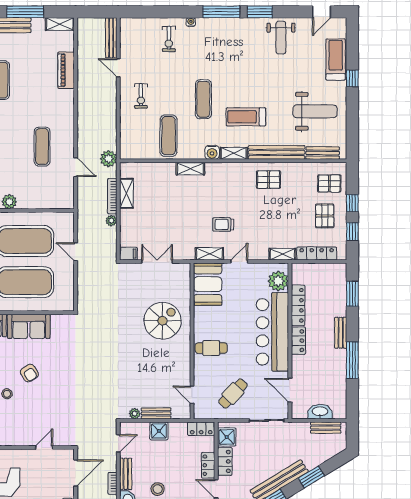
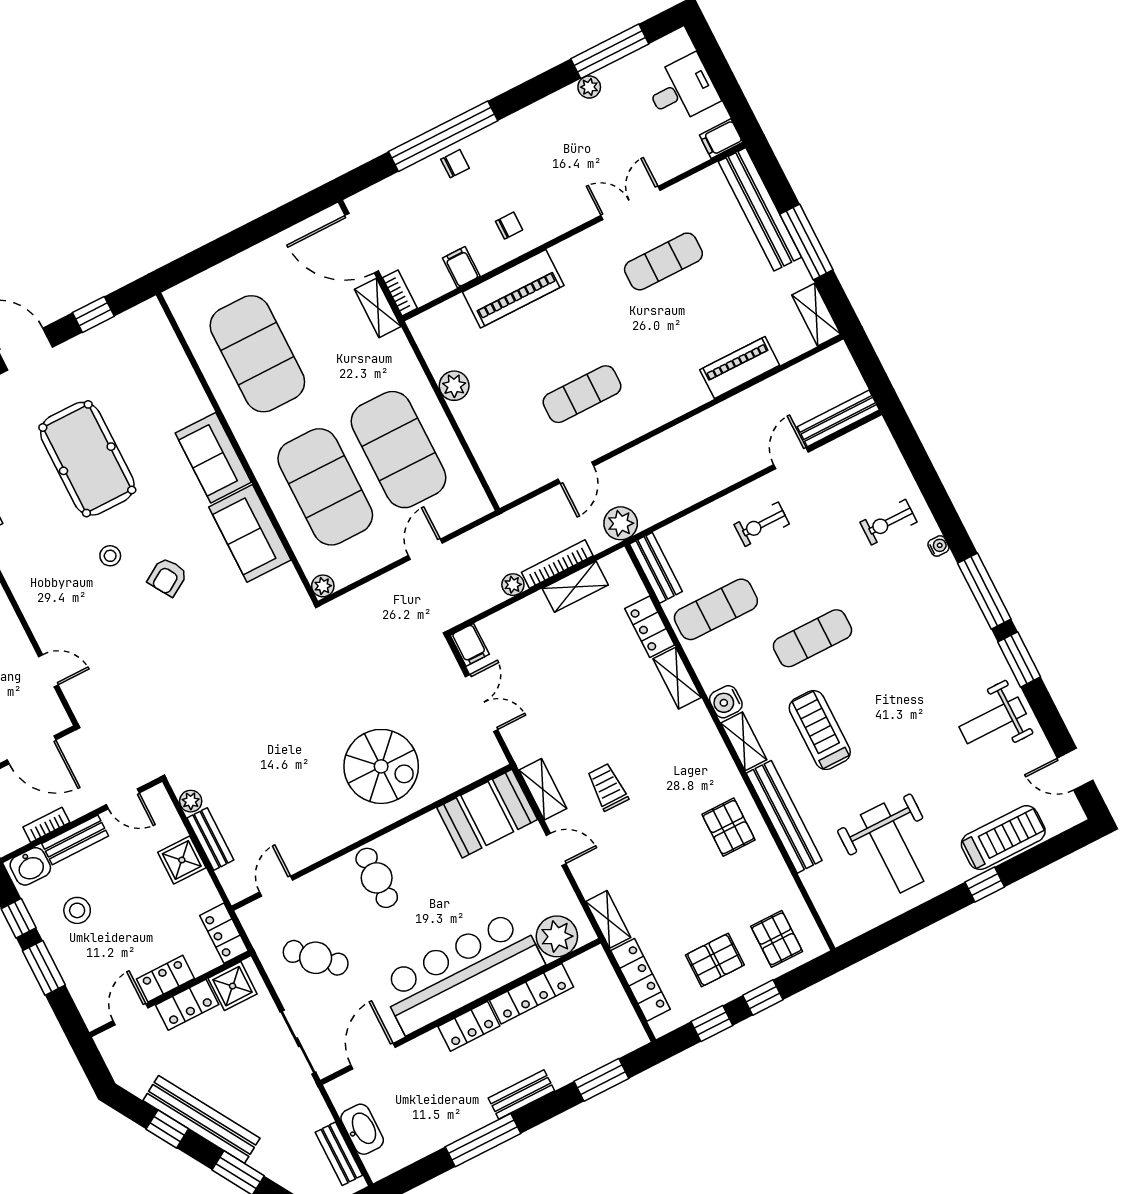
bench: (323, 153) -> (656, 568), moved
locker: (161, 169) -> (650, 627), added
plant: (69, 306) -> (323, 586), added

